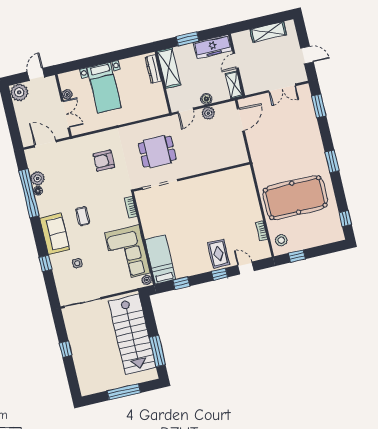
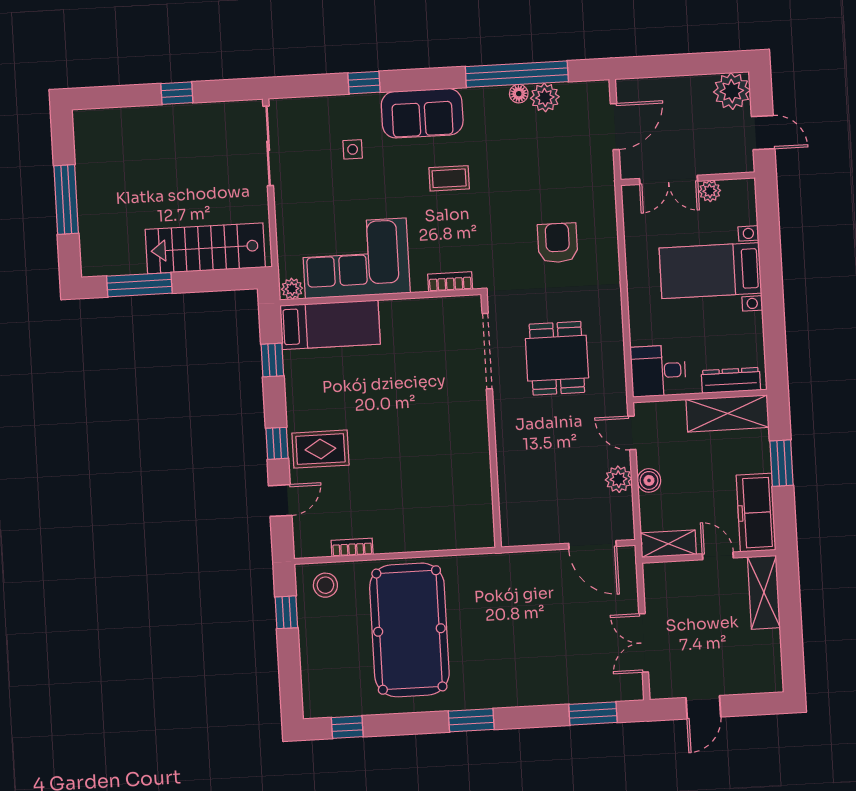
shelving: (268, 32) -> (764, 592), moved
desk: (155, 104) -> (658, 371), added
stairs: (132, 334) -> (205, 248), width x0.73, depth x0.66

